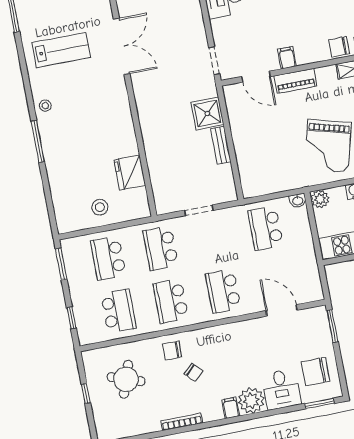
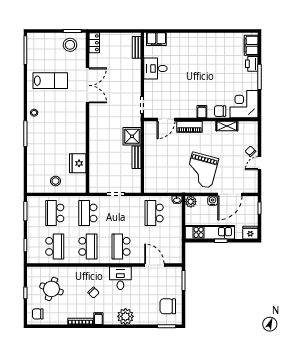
filing cabinet: (287, 58) -> (202, 112), moved
door: (256, 77) -> (166, 120), hinge flipped
school desk: (171, 301) -> (88, 246), turned 180
chair: (172, 350) -> (38, 314), moved
desk: (281, 389) -> (120, 278), moved, turned 180
filing cabinet: (231, 408) -> (98, 319), moved

